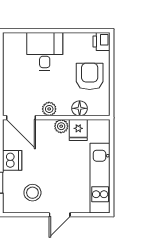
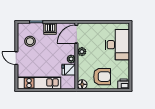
desk: (45, 52) -> (117, 45), width x1.37
floor lamp: (80, 108) -> (82, 84), moved

